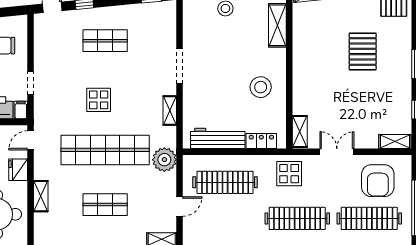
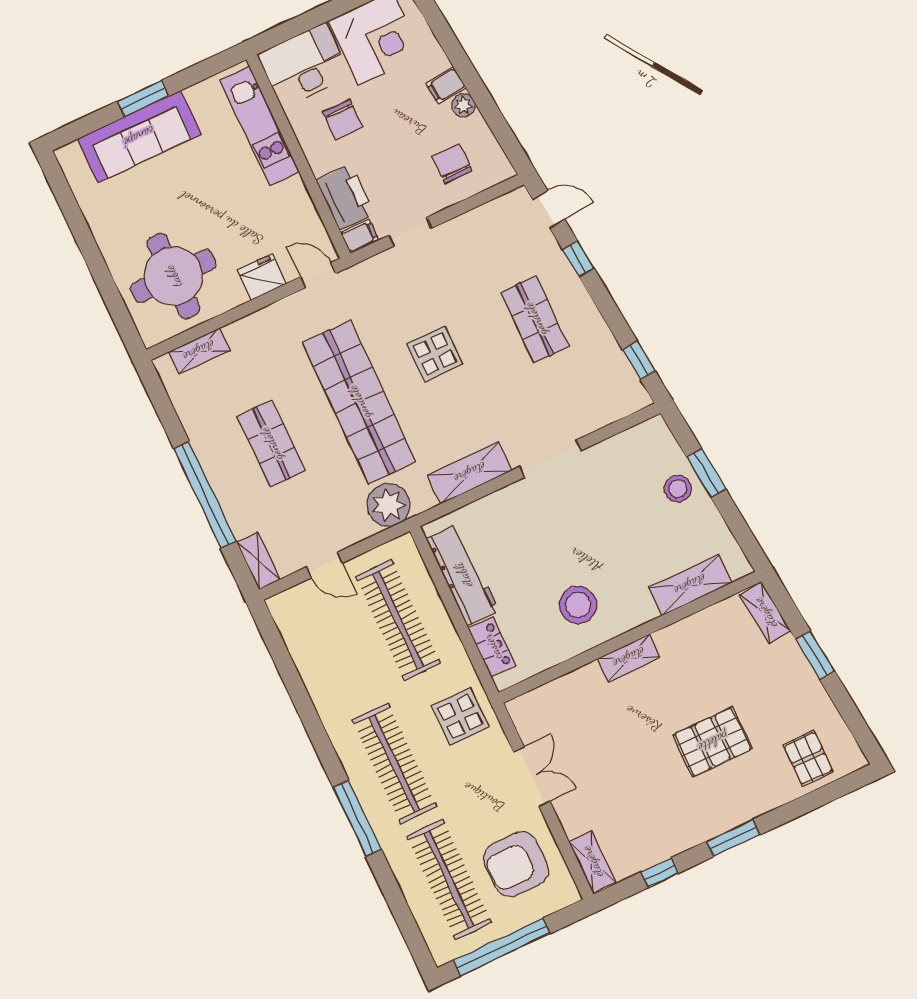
shelving: (170, 110) -> (470, 473), width x1.50, depth x1.33
shelving: (300, 132) -> (629, 658), moved
shelving: (41, 196) -> (199, 351), moved

